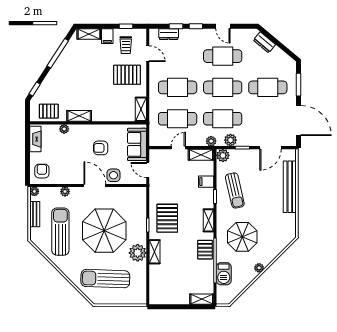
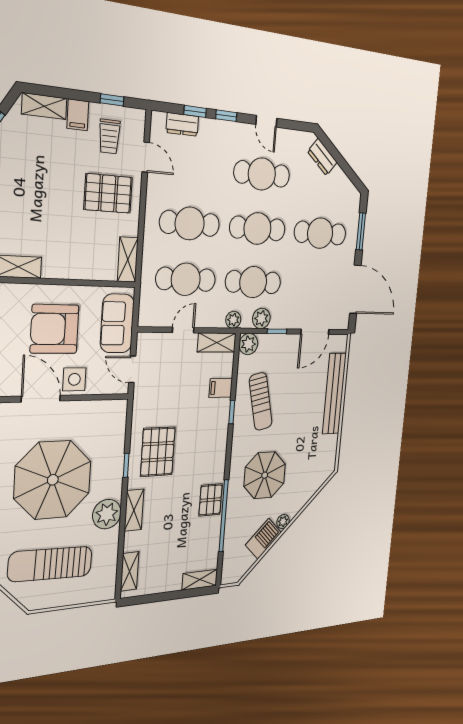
armchair: (101, 148) -> (55, 329), width x1.88, depth x1.88
shelving: (208, 220) -> (130, 571), moved
barbecue: (224, 274) -> (263, 539), moved, turned -135

